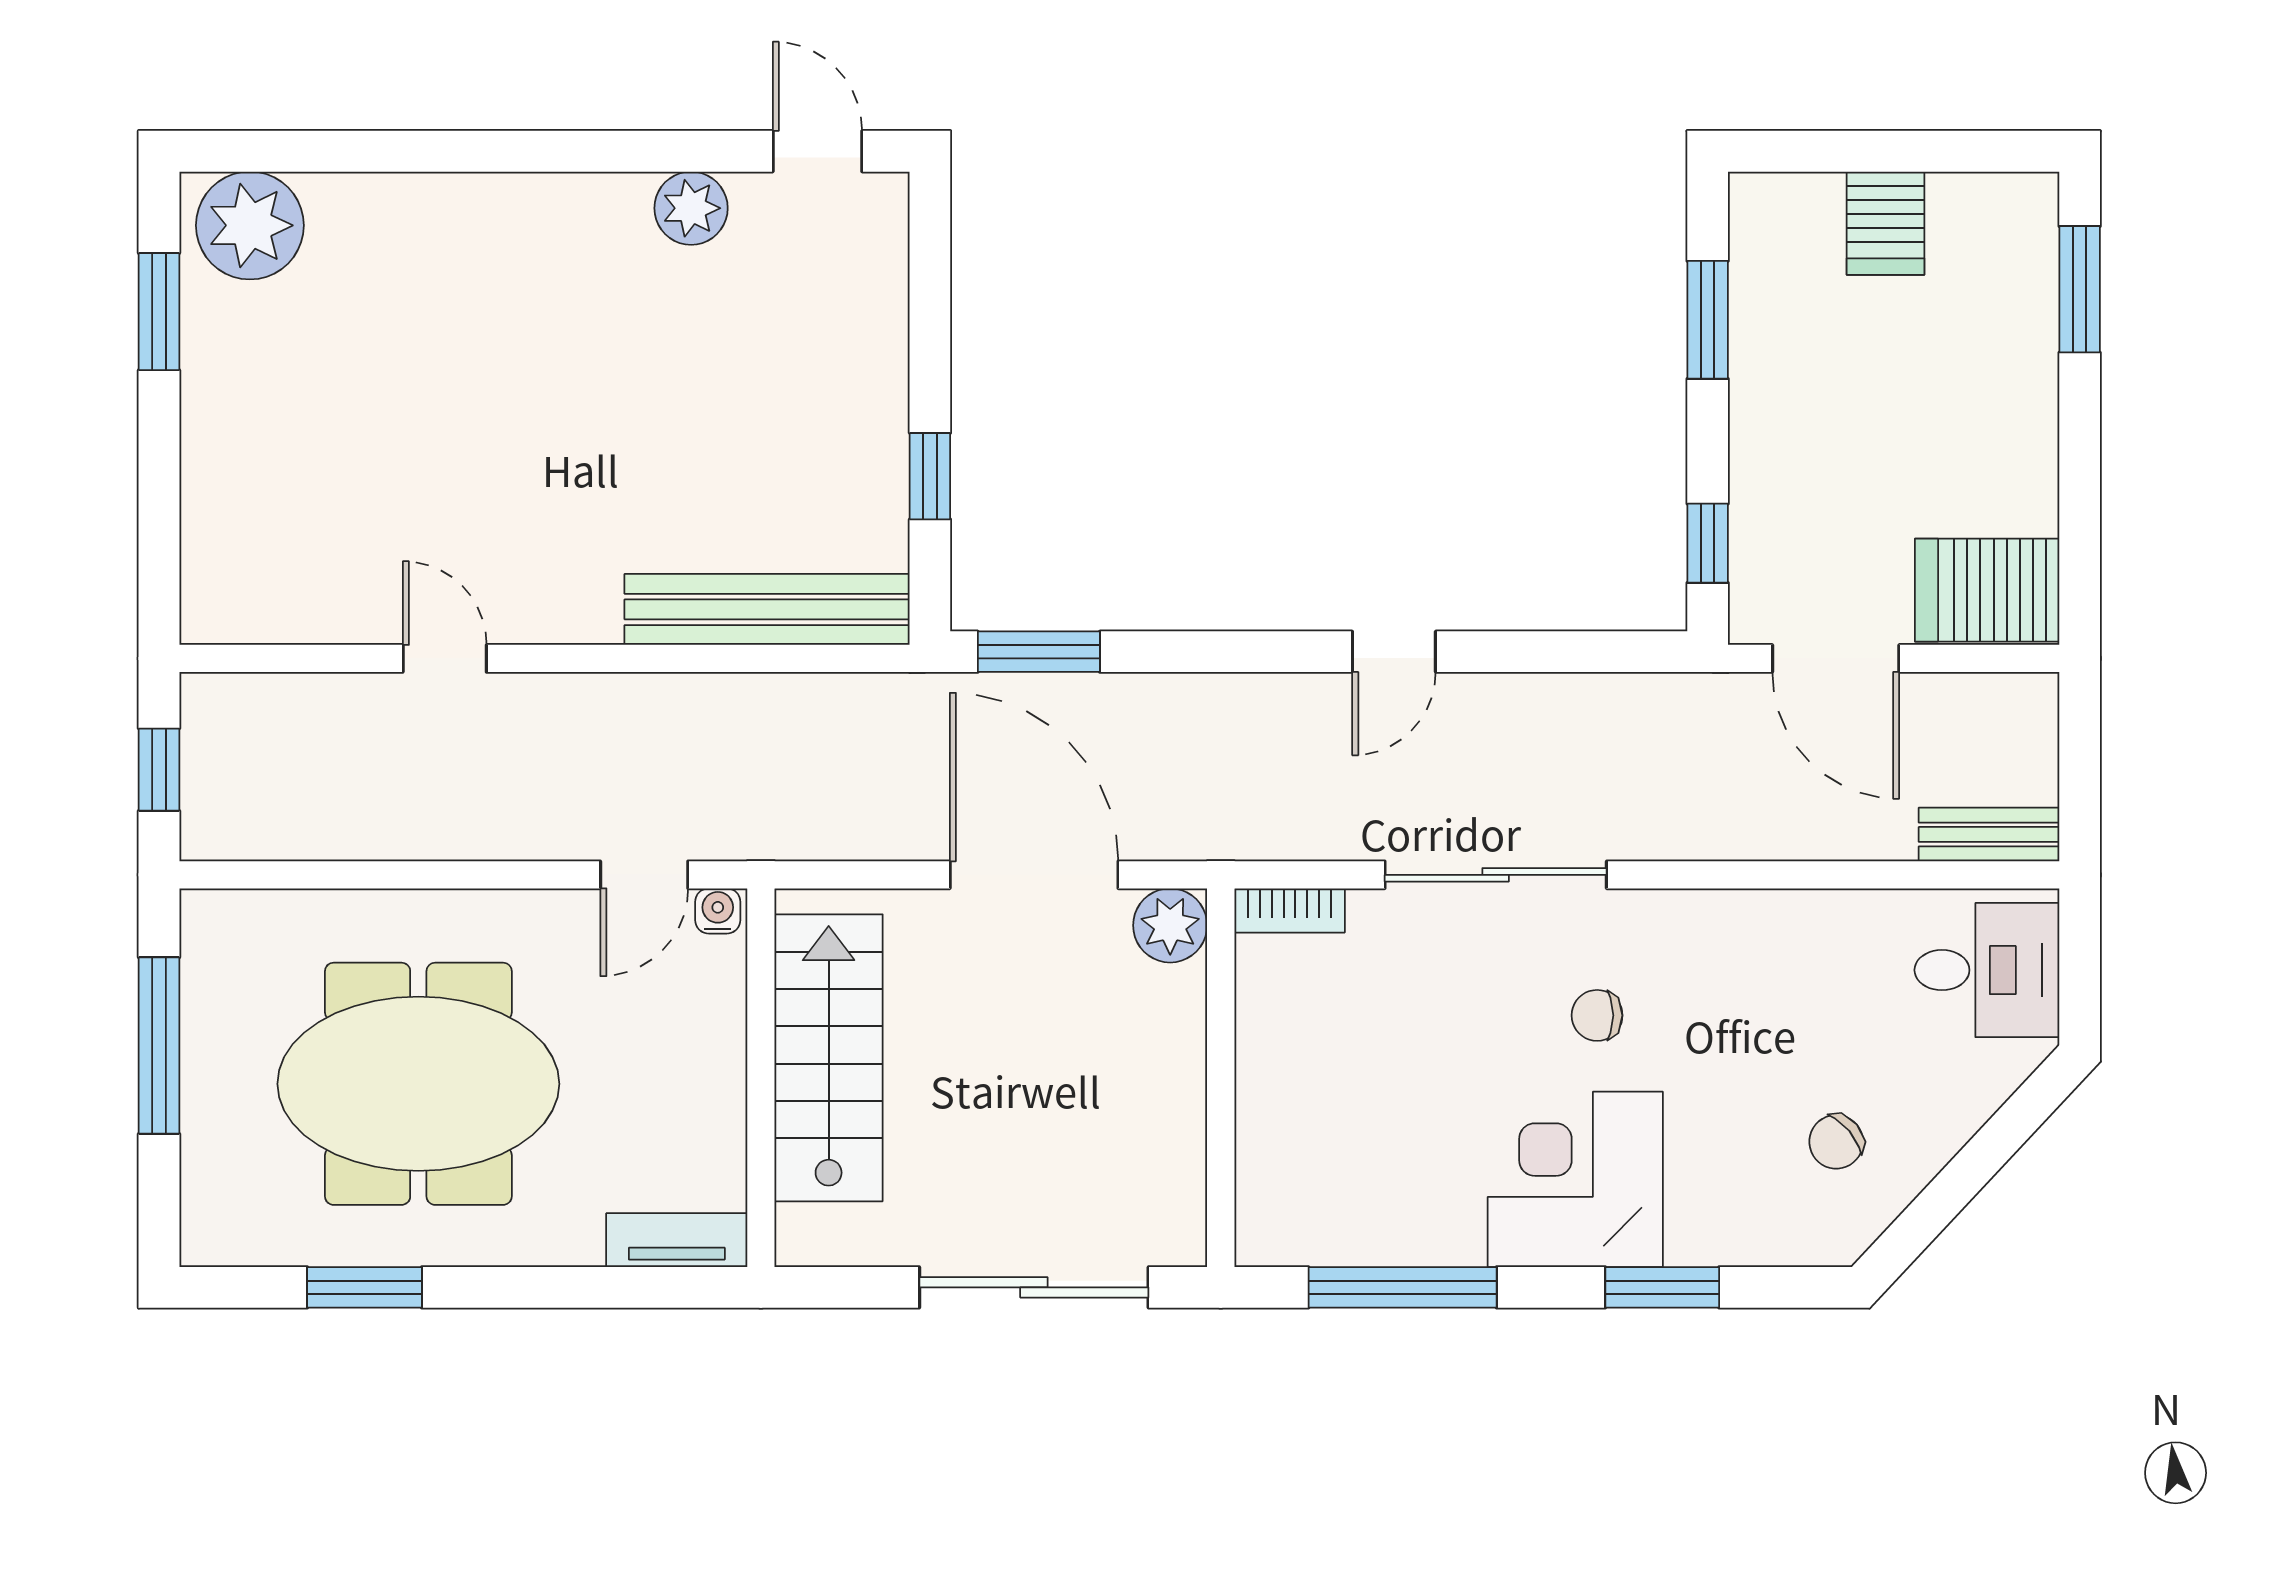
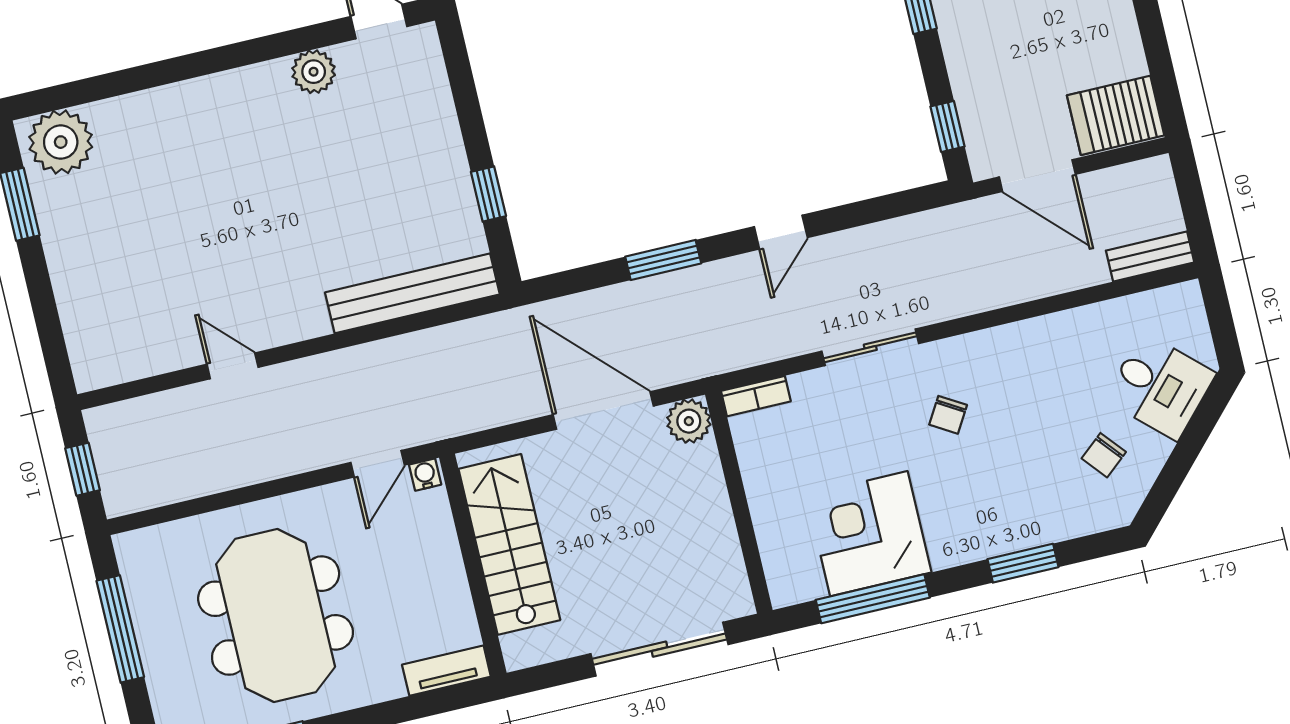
window: (1039, 652) -> (663, 260), moved
sliding door: (1496, 875) -> (870, 347), width x0.73
desk: (1987, 970) -> (1160, 386), moved, turned 43
chair: (1597, 1015) -> (948, 415), turned -59
meeting table: (418, 1084) -> (276, 616), turned 90
corner desk: (1575, 1179) -> (869, 534), moved

